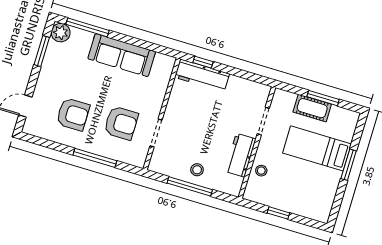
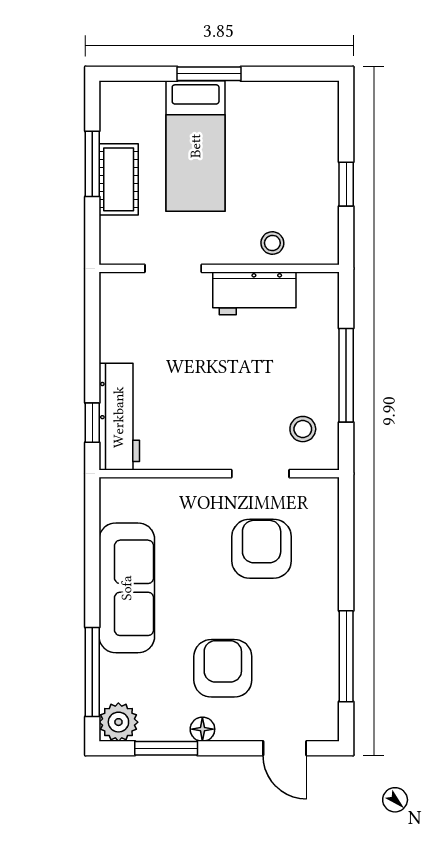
floor lamp: (46, 71) -> (202, 729), added
armchair: (73, 114) -> (223, 668), moved
window: (95, 158) -> (346, 656), moved
stool: (197, 170) -> (303, 429), moved

